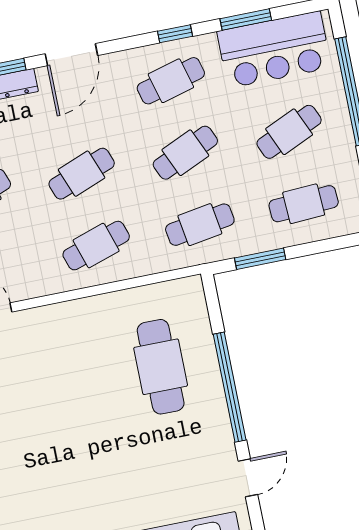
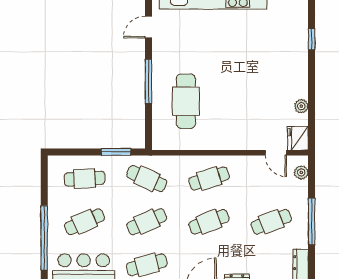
cafe table: (200, 225) -> (147, 179), turned 33
window: (230, 387) -> (148, 81), width x0.68

